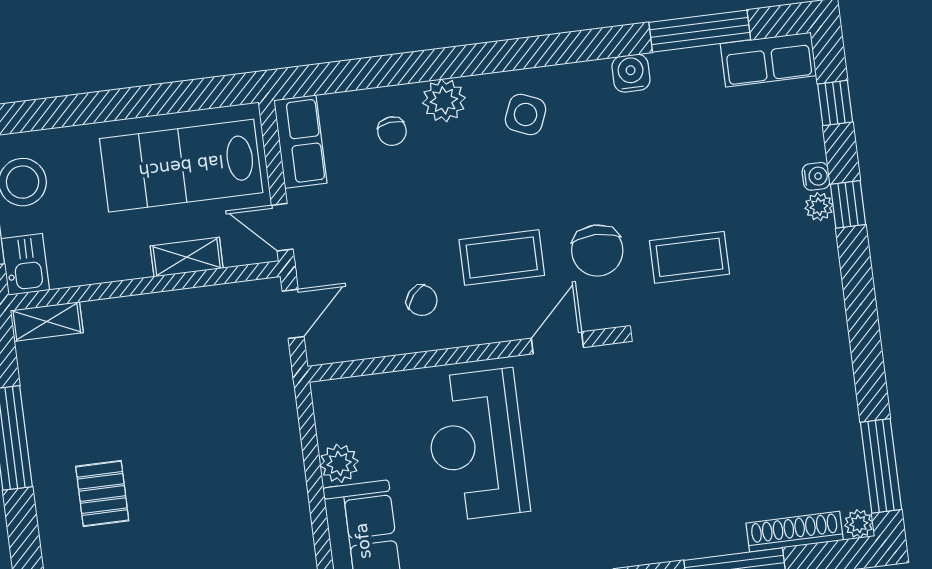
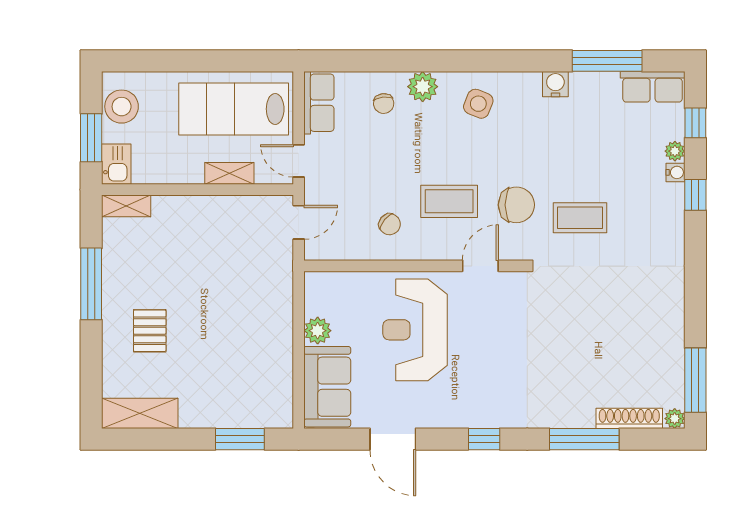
plant: (819, 207) -> (675, 151), moved
chair: (597, 251) -> (516, 205), turned -90

